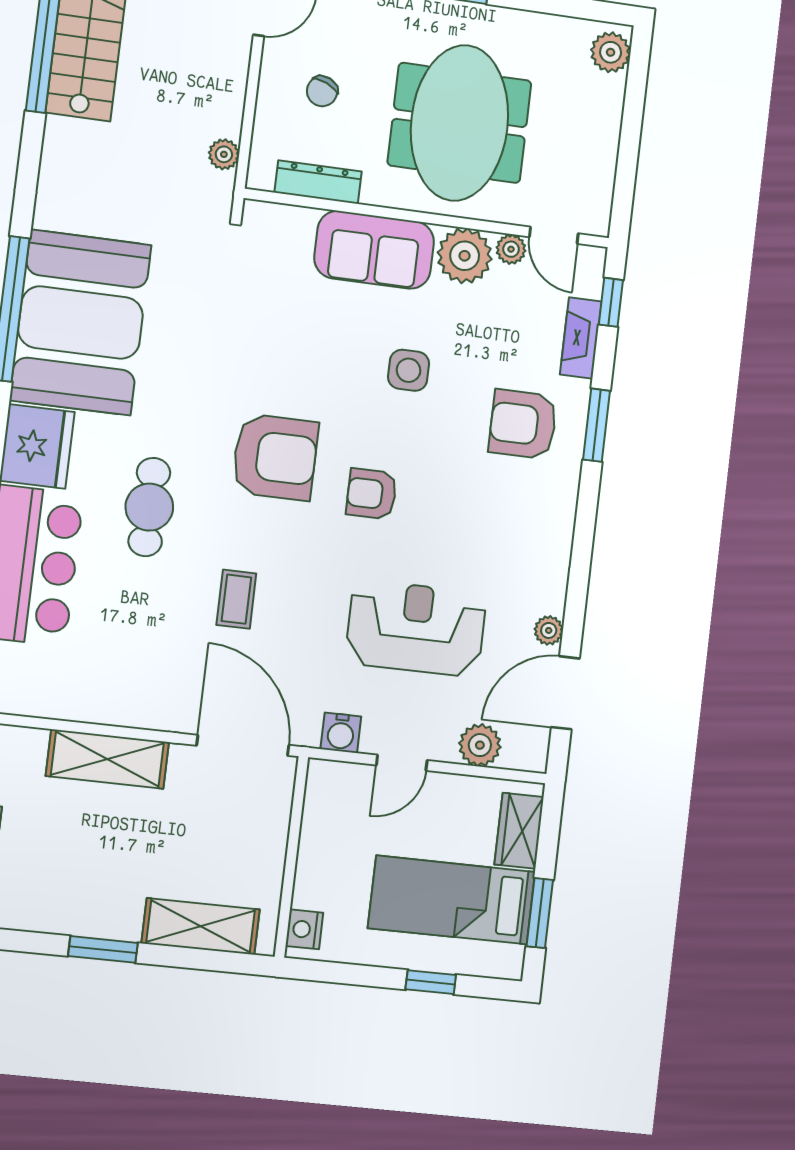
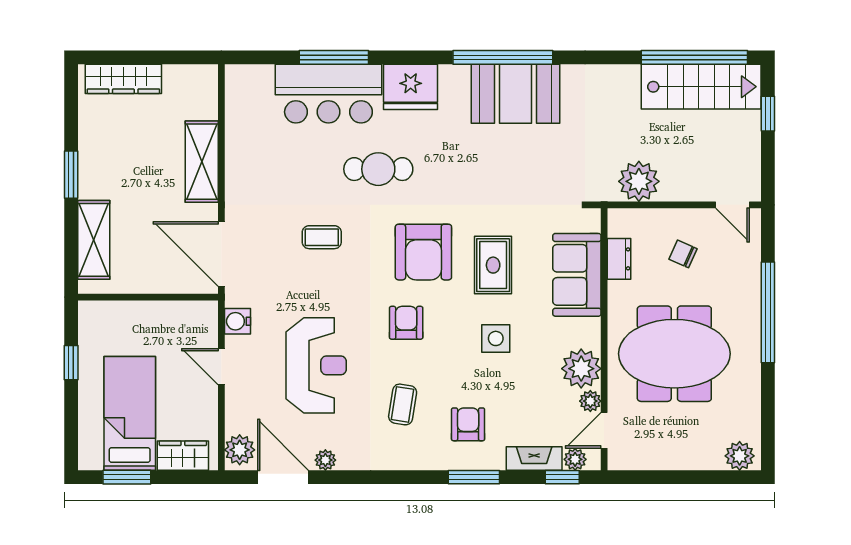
plant: (224, 154) -> (639, 181), width x1.88, depth x1.88
dresser: (318, 182) -> (619, 259), width x0.70
sofa: (374, 250) -> (577, 275), moved
plant: (589, 281) -> (575, 459), added
booth: (81, 323) -> (516, 94), width x0.73, depth x0.70
rug: (305, 361) -> (493, 265), added
armchair: (523, 424) -> (468, 424), width x0.72, depth x0.72
coffee table: (485, 513) -> (403, 404), added
door: (243, 745) -> (221, 254), swing flipped
plant: (480, 745) -> (240, 450), moved
nightstand: (304, 929) -> (99, 312), removed
window: (431, 982) -> (71, 363), moved

